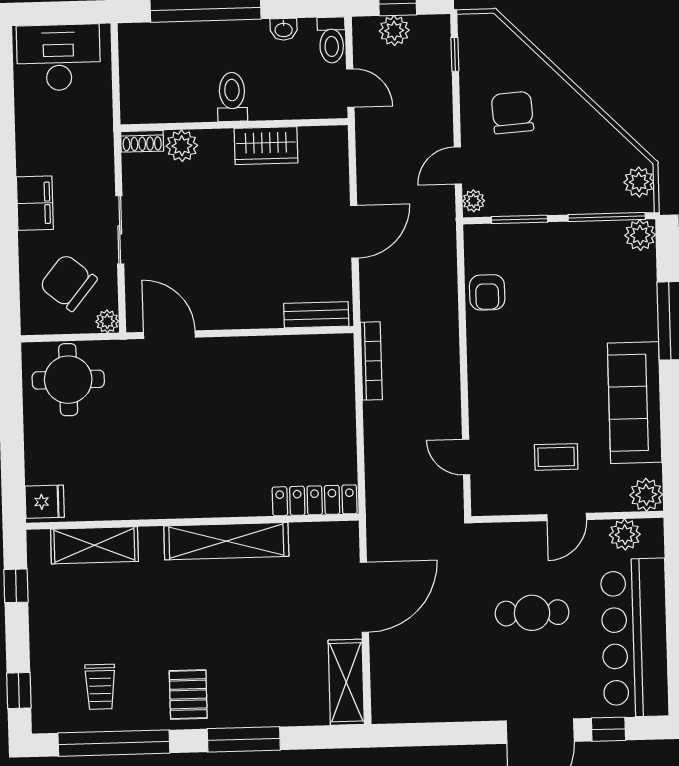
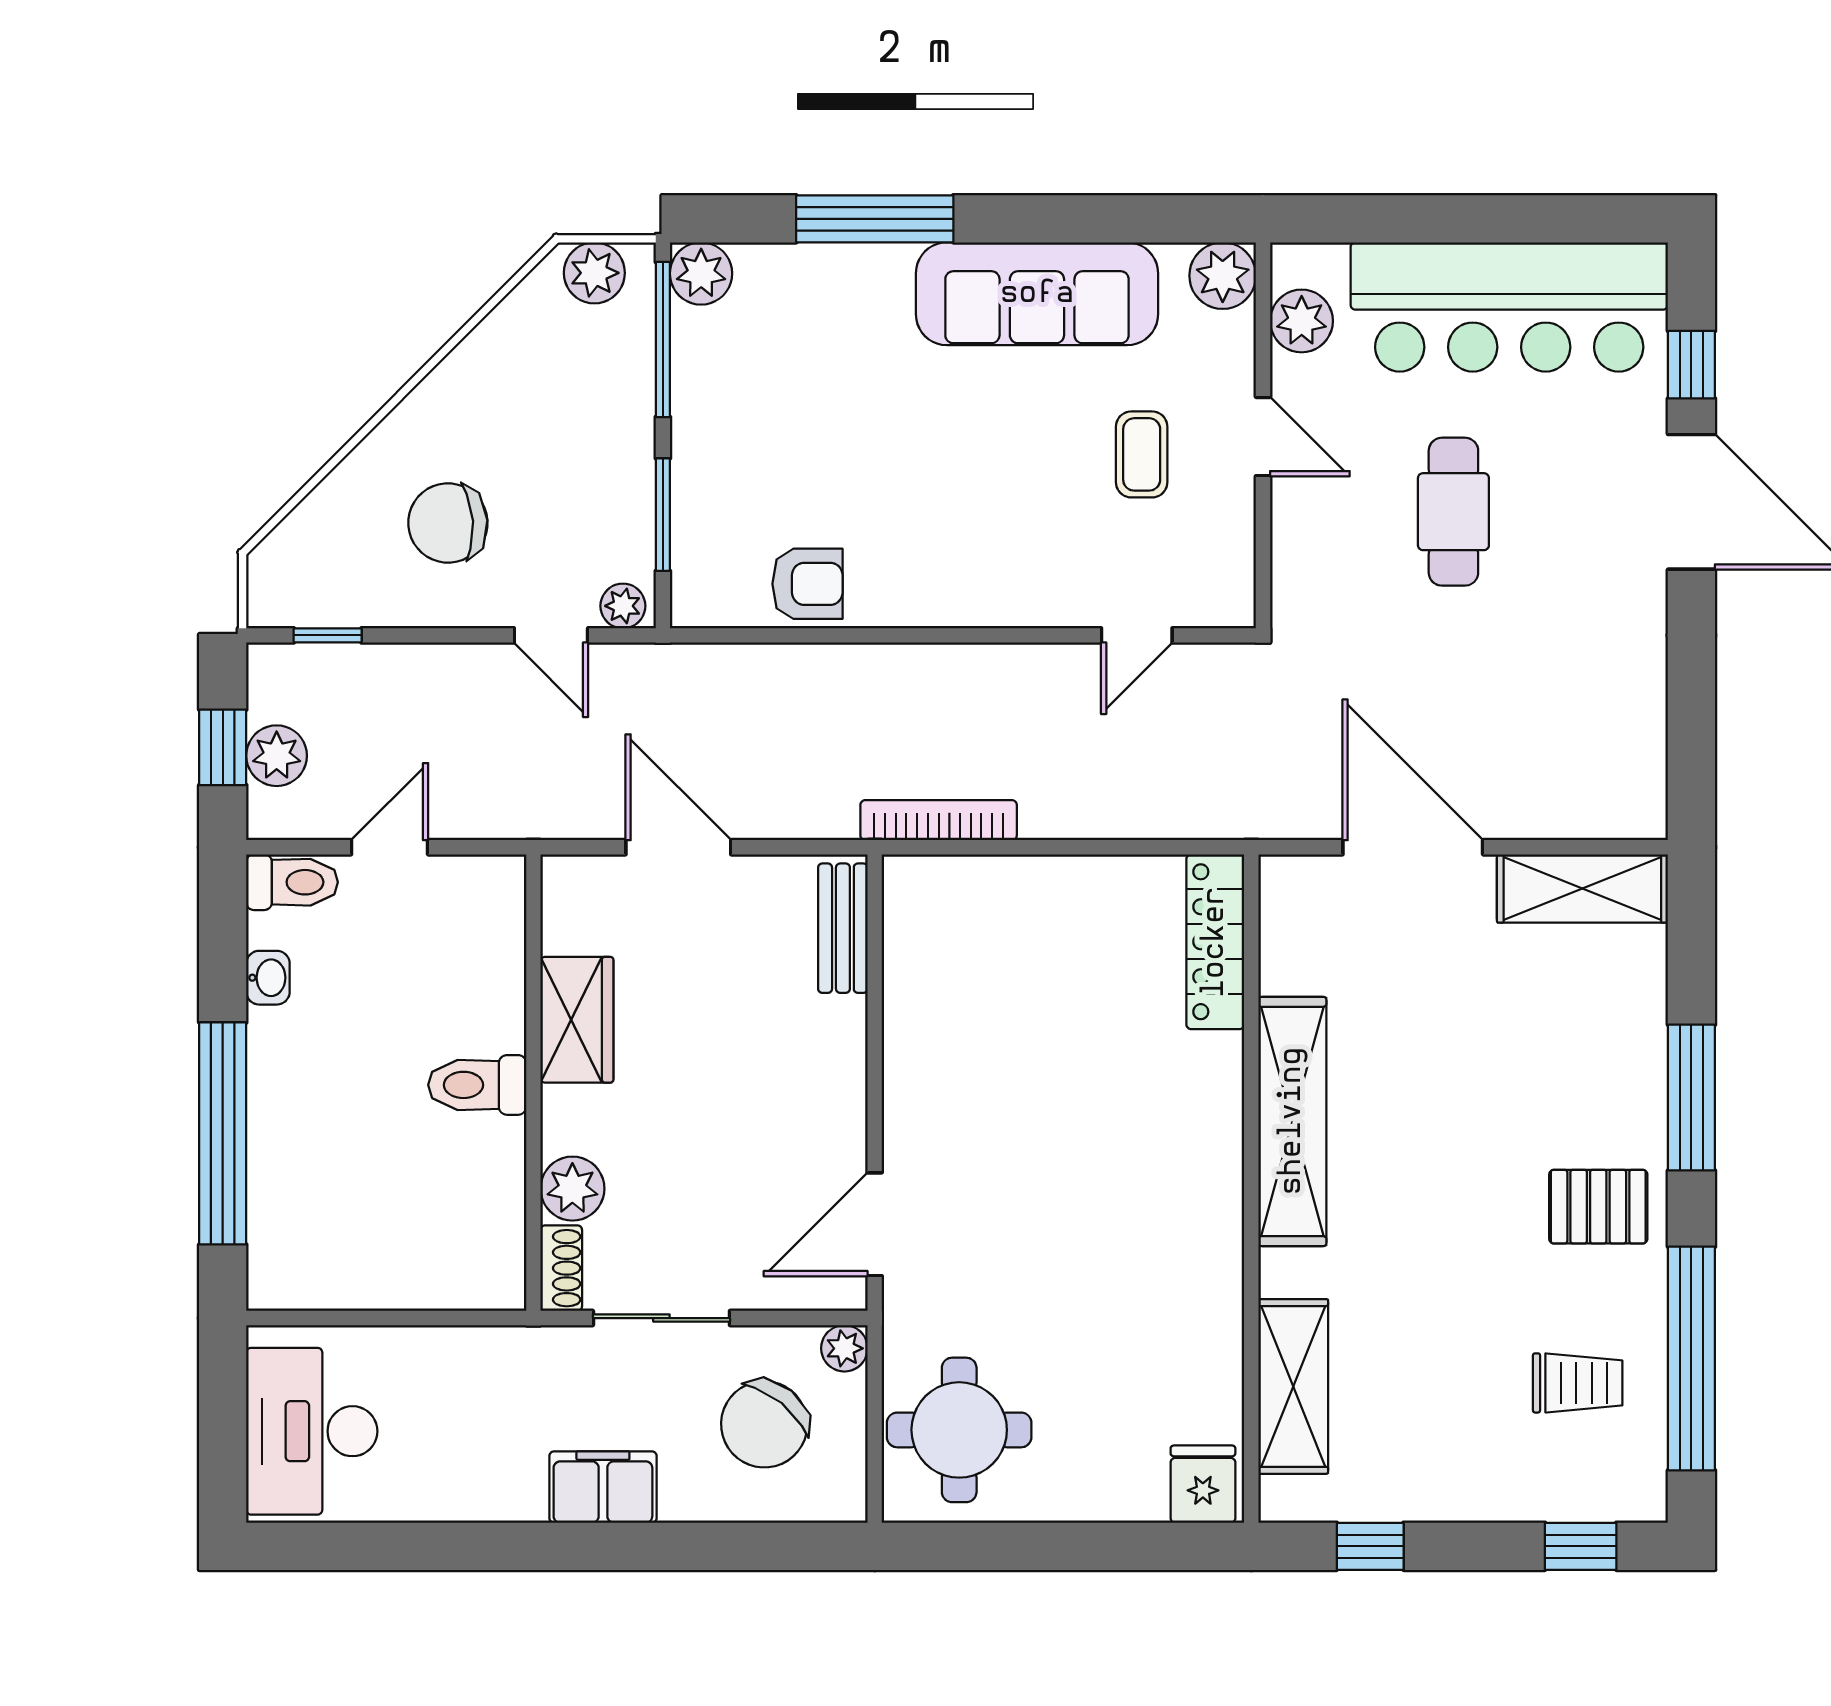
toilet: (232, 97) -> (477, 1085), moved
wall: (234, 125) -> (533, 1083), moved
shoe rack: (142, 141) -> (561, 1268), moved
plant: (182, 146) -> (572, 1189), moved
wardrobe: (266, 146) -> (577, 1020), moved

